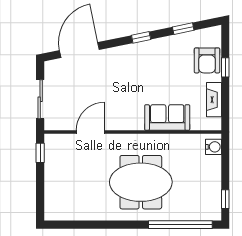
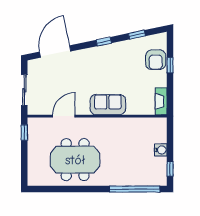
fireplace: (214, 100) -> (161, 101), moved
sofa: (167, 118) -> (108, 105), moved
water cooler: (214, 147) -> (161, 150), moved
meeting table: (141, 182) -> (75, 160), moved

